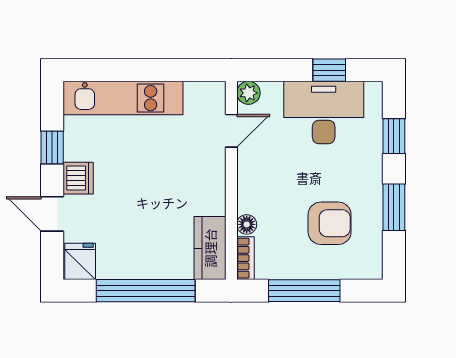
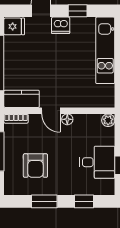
desk: (324, 113) -> (97, 162), width x0.73
door: (231, 131) -> (51, 111), moved
floor lamp: (247, 224) -> (67, 119), moved

